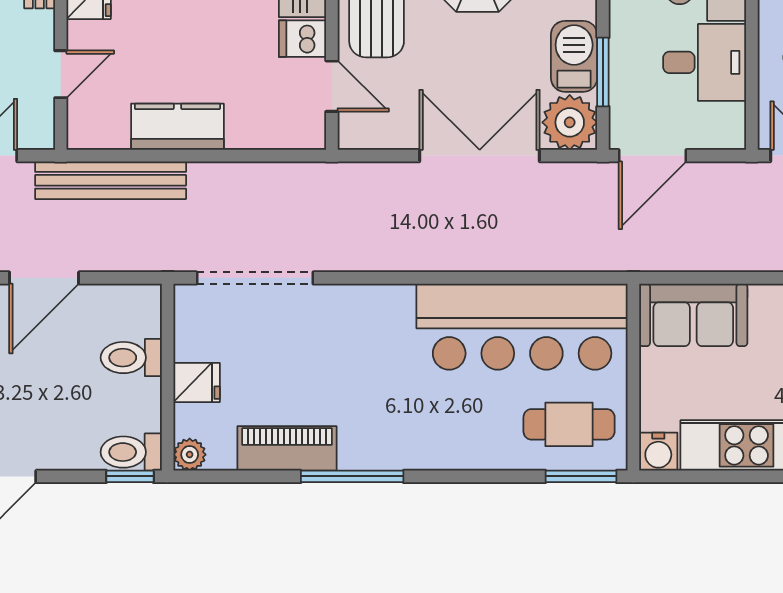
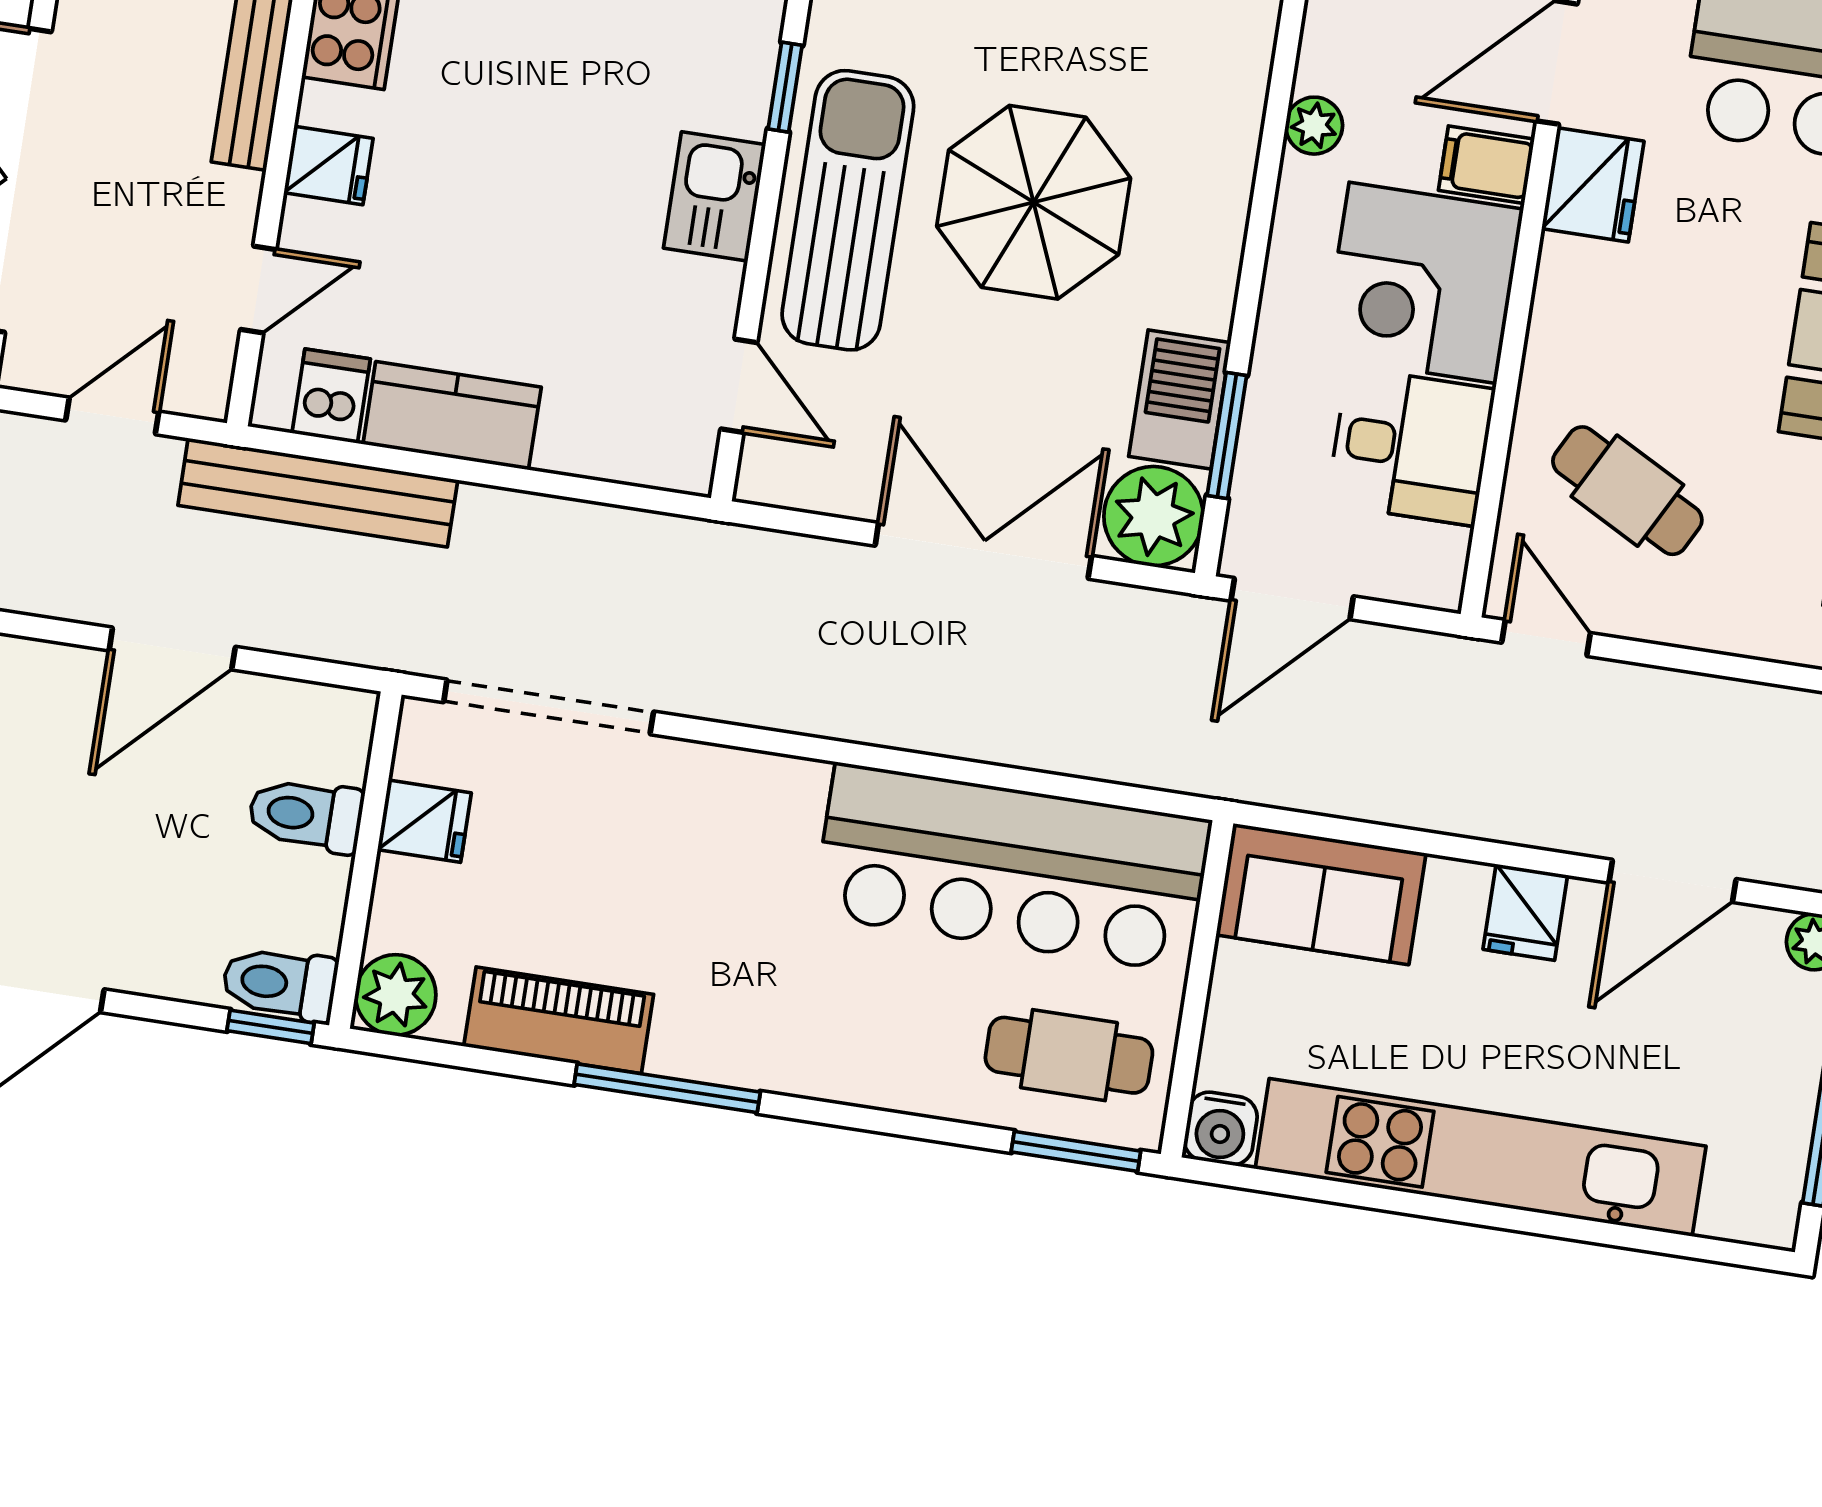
dishwasher: (302, 39) -> (331, 396), moved, turned 90
fridge: (197, 382) -> (424, 821), moved
plant: (190, 455) -> (396, 995), width x1.38, depth x1.38

